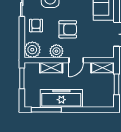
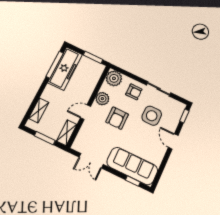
door: (76, 60) -> (86, 112), hinge flipped
shelving: (51, 68) -> (39, 110), moved
freezer: (61, 98) -> (65, 69), moved

